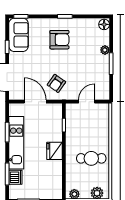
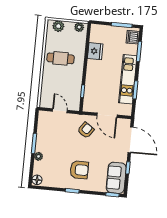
armchair: (59, 40) -> (79, 170), turned 180
door: (87, 102) -> (60, 111), swing flipped
fridge: (55, 151) -> (95, 51), moved
dishwasher: (15, 177) -> (133, 37), moved

